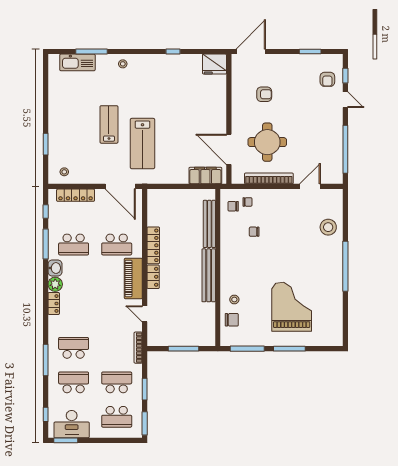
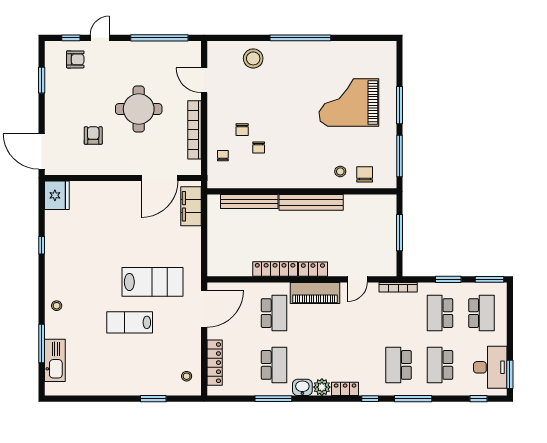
round table: (267, 142) -> (139, 109), moved
chair: (233, 206) -> (242, 130), moved
window: (46, 211) -> (370, 399), moved

